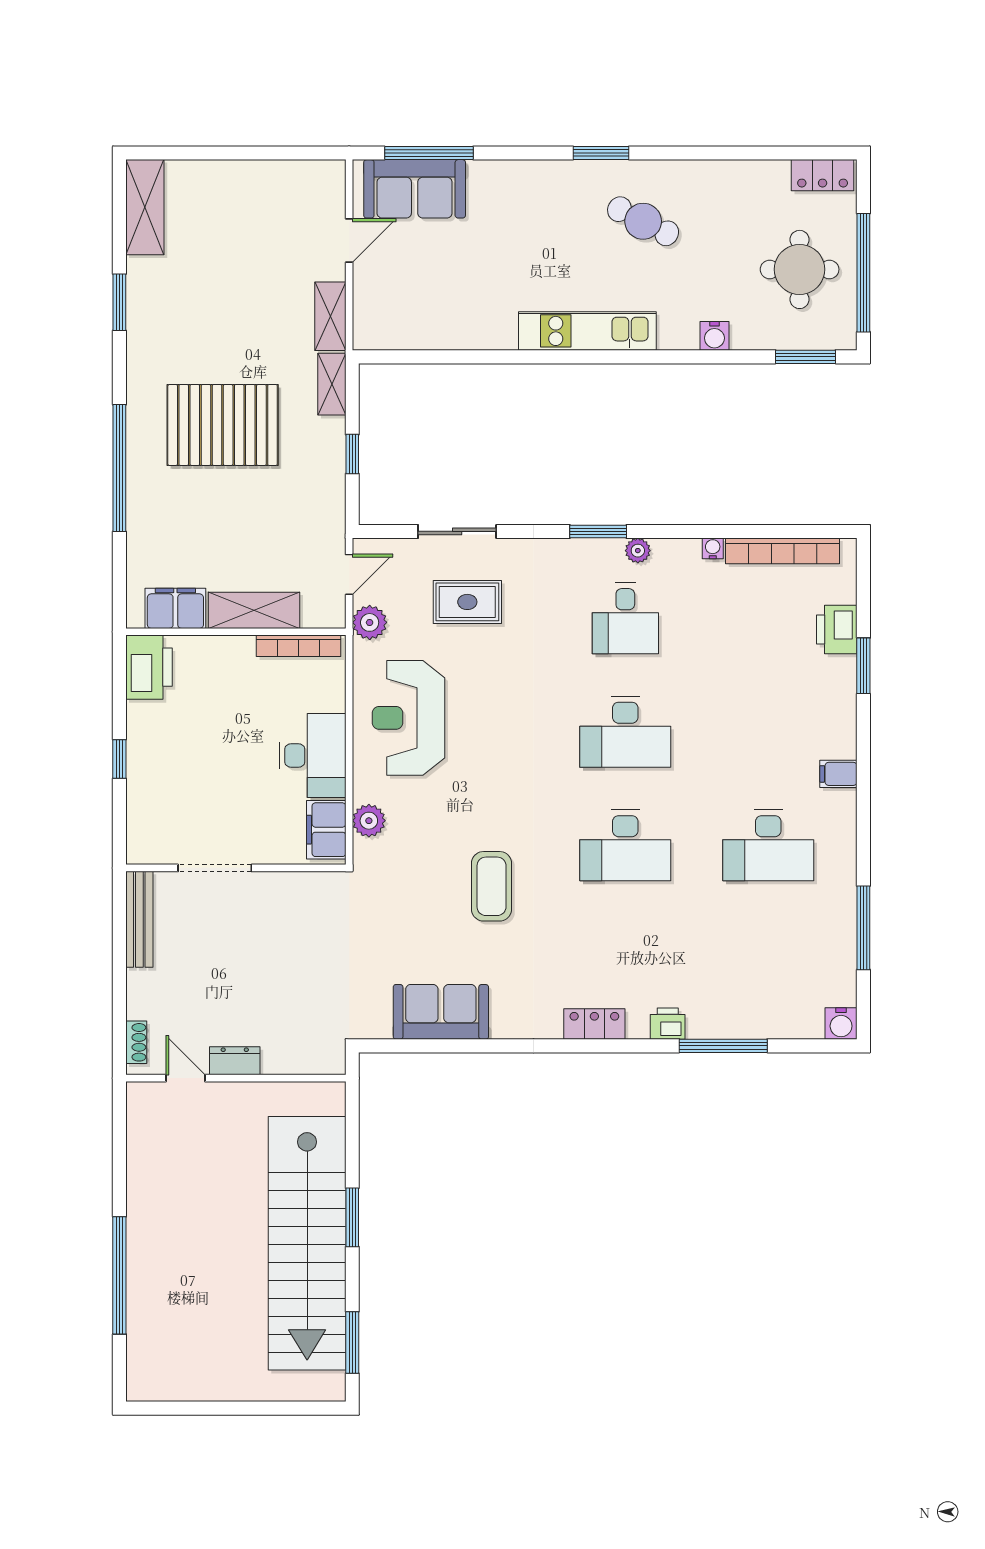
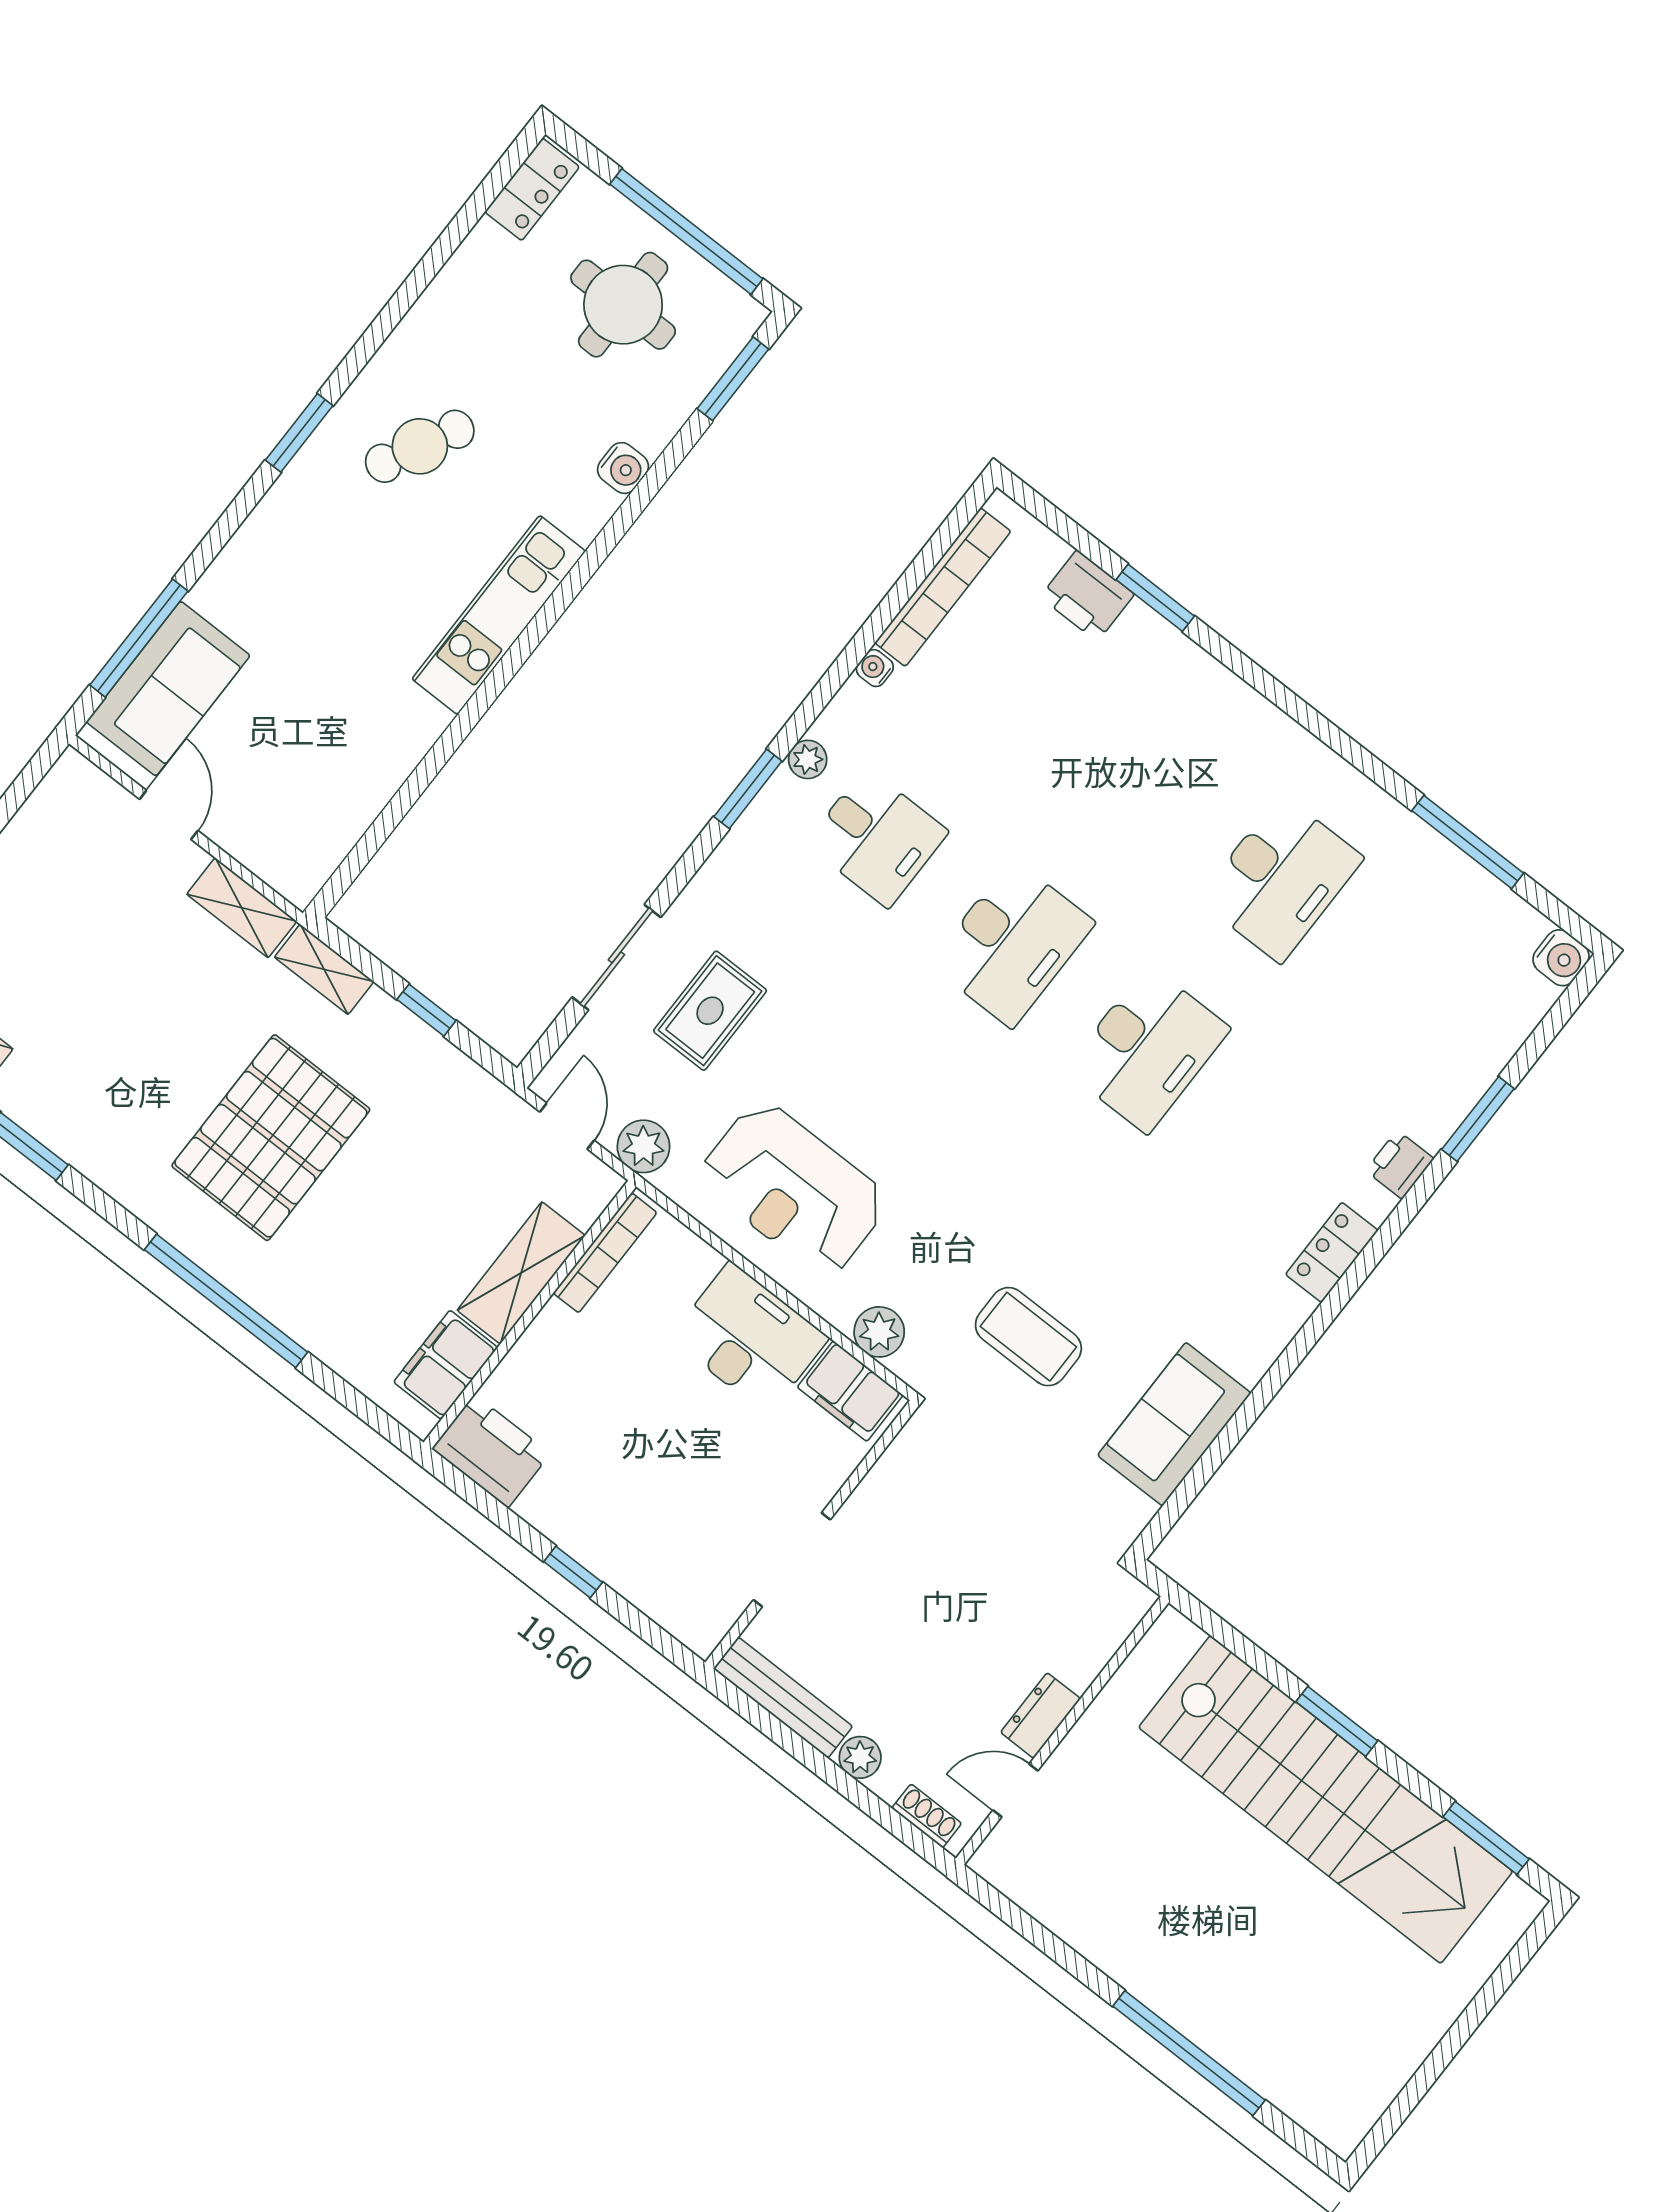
filing cabinet: (838, 774) -> (1261, 728), removed
coffee table: (492, 886) -> (1028, 1337), moved
plant: (140, 984) -> (860, 1757), added
window: (723, 1046) -> (1478, 1119), width x0.69

